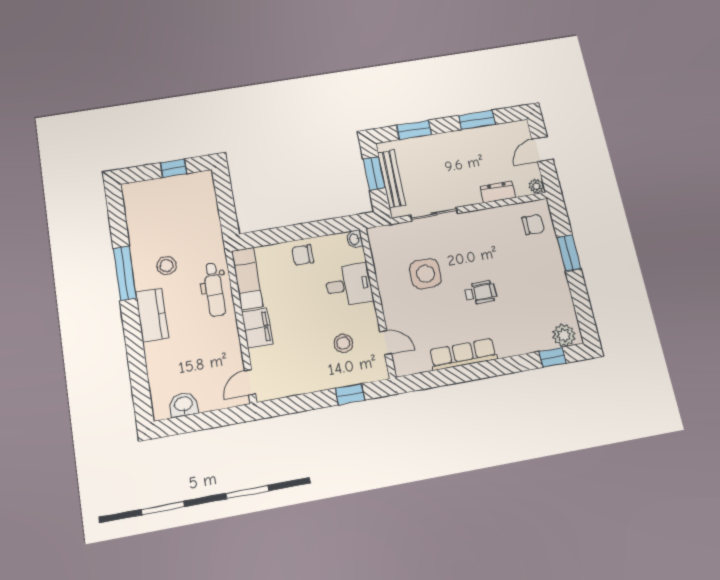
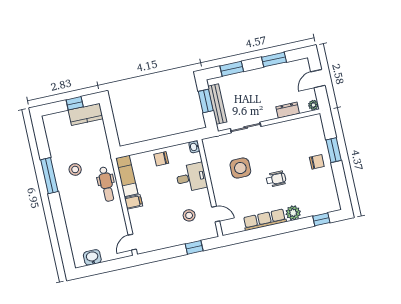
chair: (533, 225) -> (317, 162), moved
kitchen counter: (152, 315) -> (86, 114), moved, turned 90
filing cabinet: (257, 328) -> (133, 202), width x0.50
plant: (564, 335) -> (293, 213), moved

